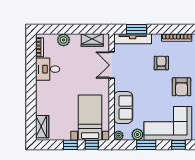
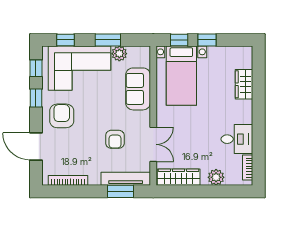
wardrobe: (92, 40) -> (179, 177), width x1.50
armchair: (161, 63) -> (115, 139), moved
wardrobe: (42, 127) -> (244, 84), moved
plant: (119, 136) -> (144, 52), removed

